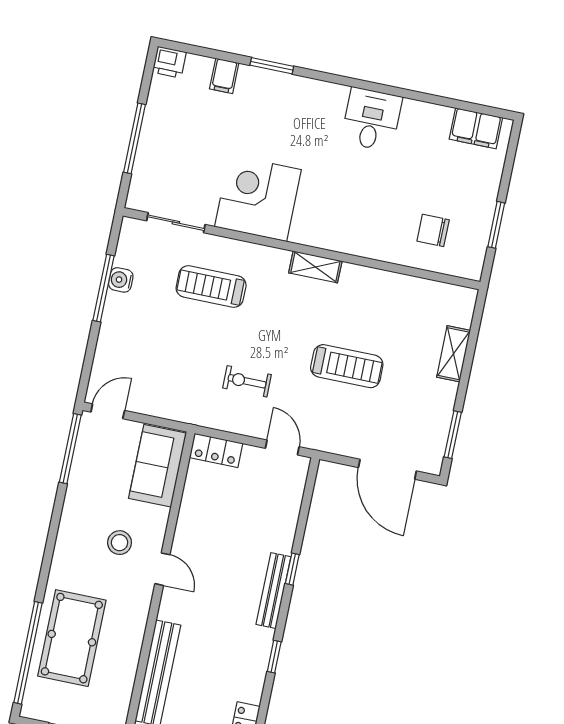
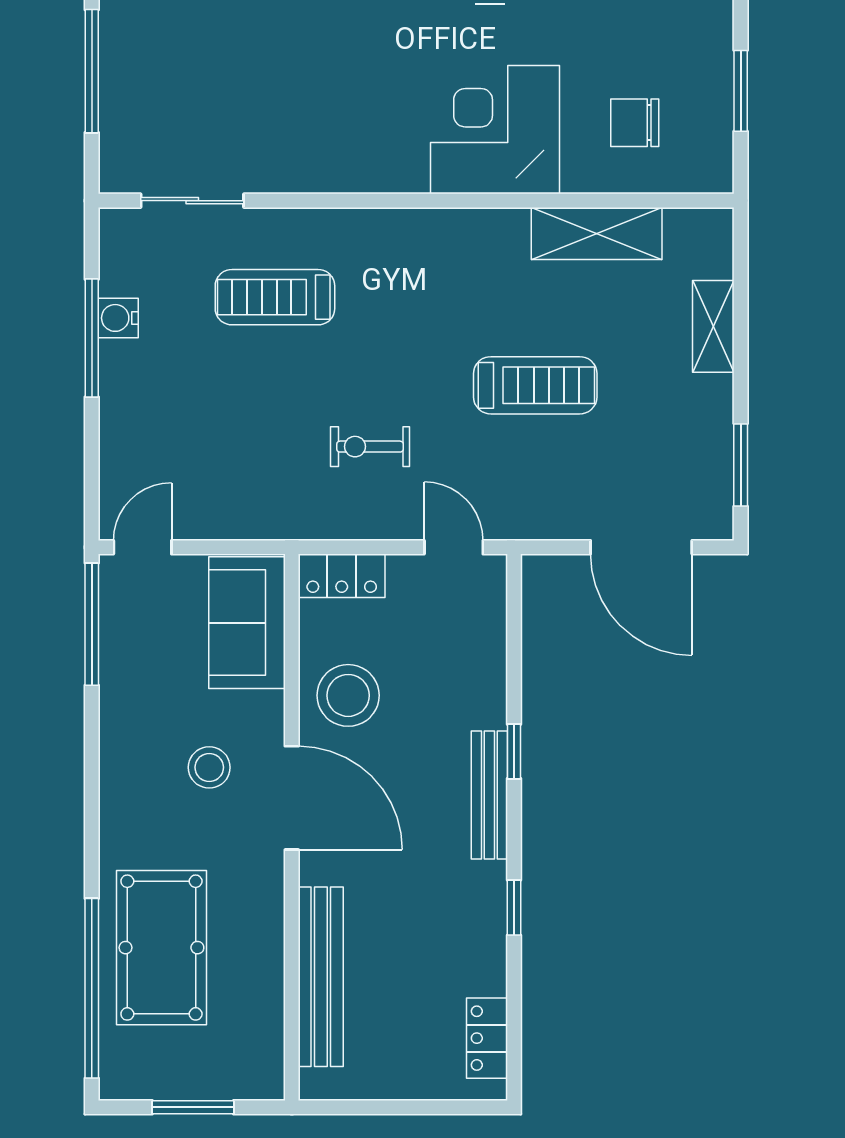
corner desk: (258, 198) -> (495, 130), moved
shelving: (315, 267) -> (597, 233), moved, width x1.50, depth x1.33
stool: (206, 518) -> (348, 695), added
door: (162, 569) -> (292, 798), width x1.87

